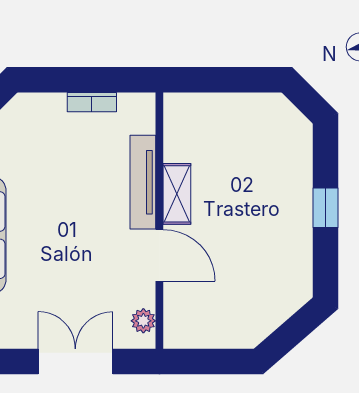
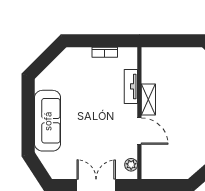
tv unit: (143, 182) -> (131, 86), width x0.71

